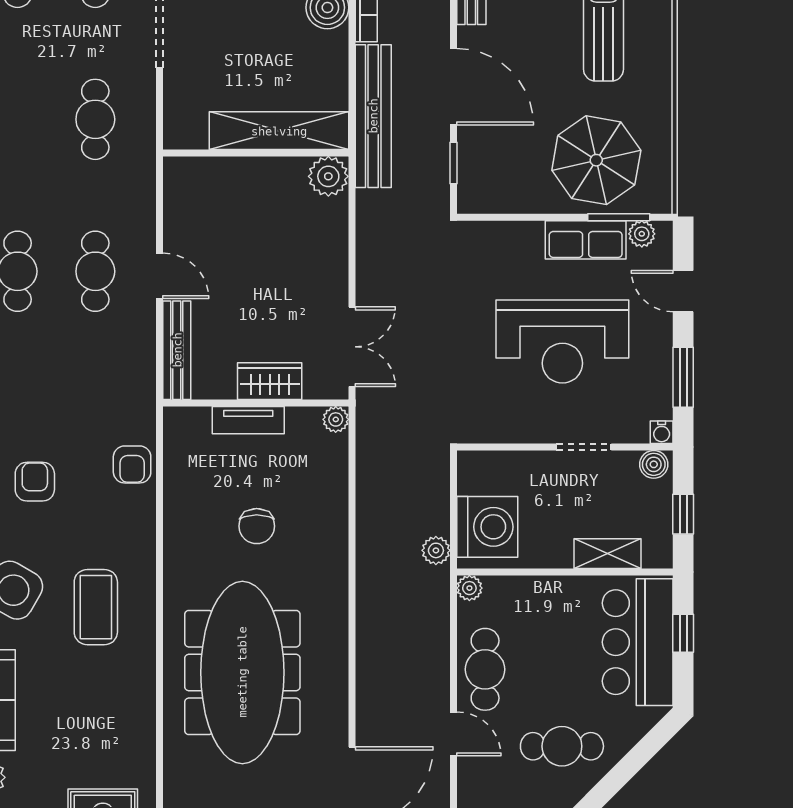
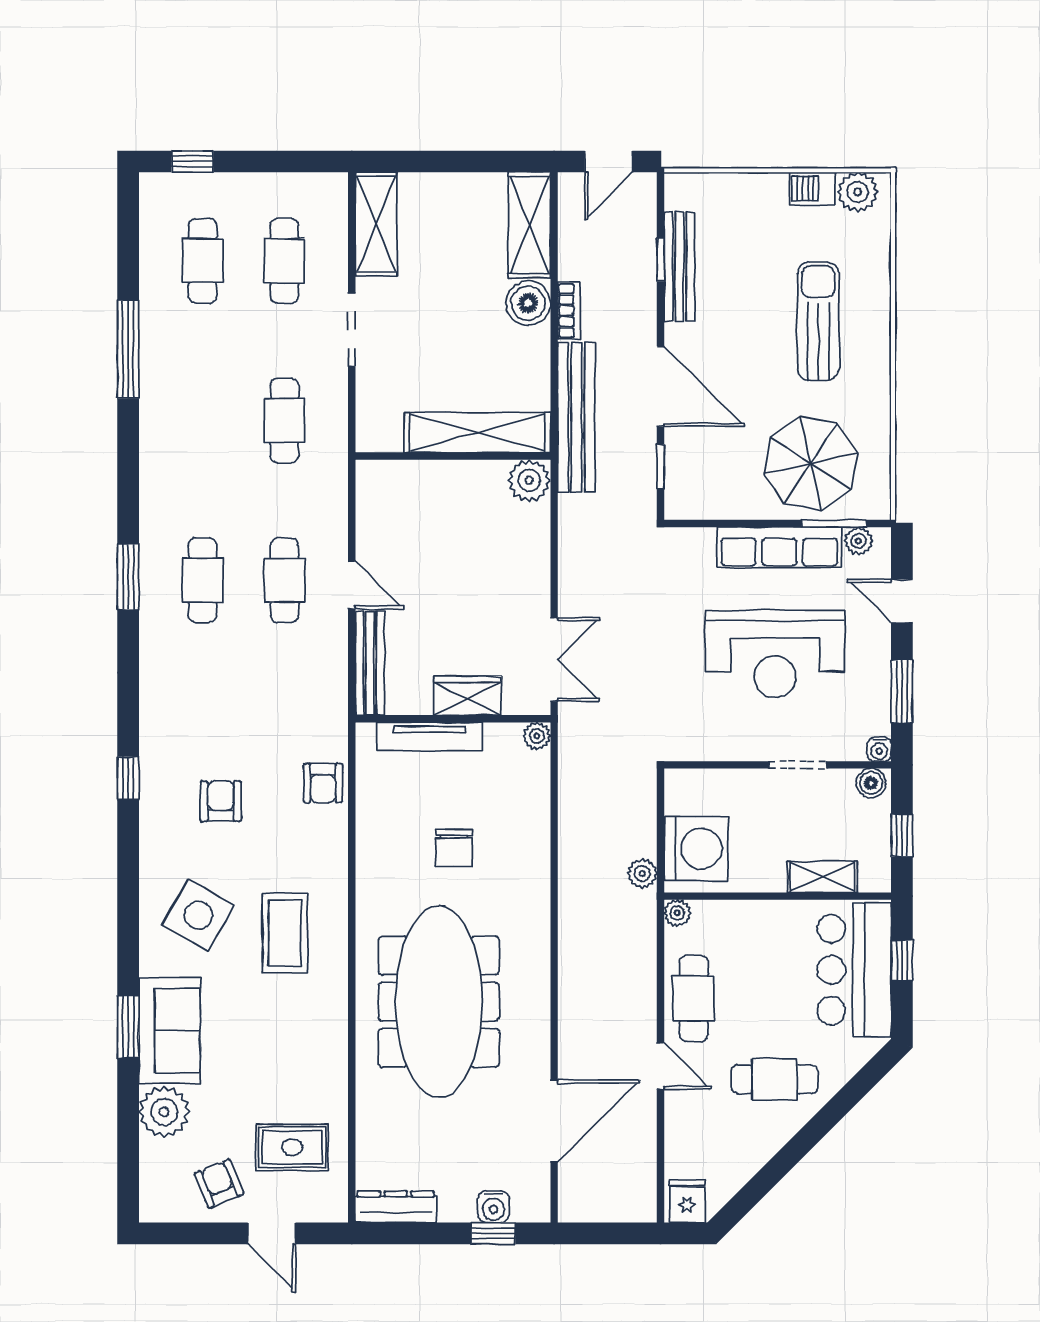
row of seats: (586, 240) -> (779, 547), width x1.48
tv unit: (248, 420) -> (430, 737), width x1.41

